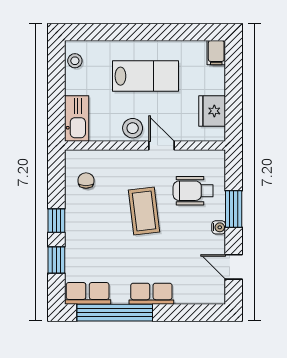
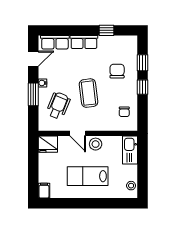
fridge: (212, 111) -> (48, 144), moved, turned 90
wheelchair: (193, 191) -> (58, 106), turned -68
chair: (98, 247) -> (117, 71), added
door: (234, 267) -> (33, 59), hinge flipped
row of seats: (88, 293) -> (55, 42), moved
window: (115, 313) -> (106, 30), width x0.32

